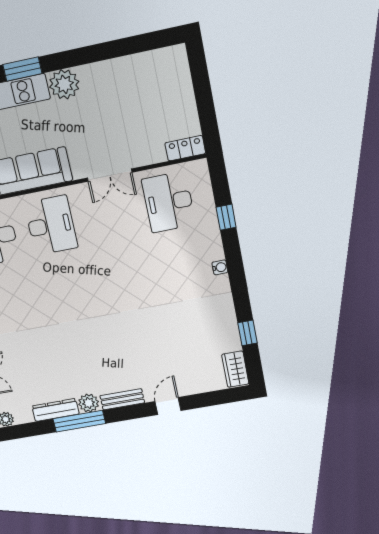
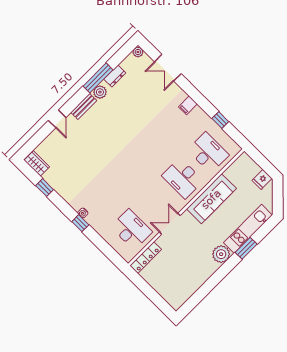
locker: (185, 148) -> (146, 258), width x1.53
window: (226, 217) -> (80, 223), moved
dresser: (55, 410) -> (115, 76), width x0.70

